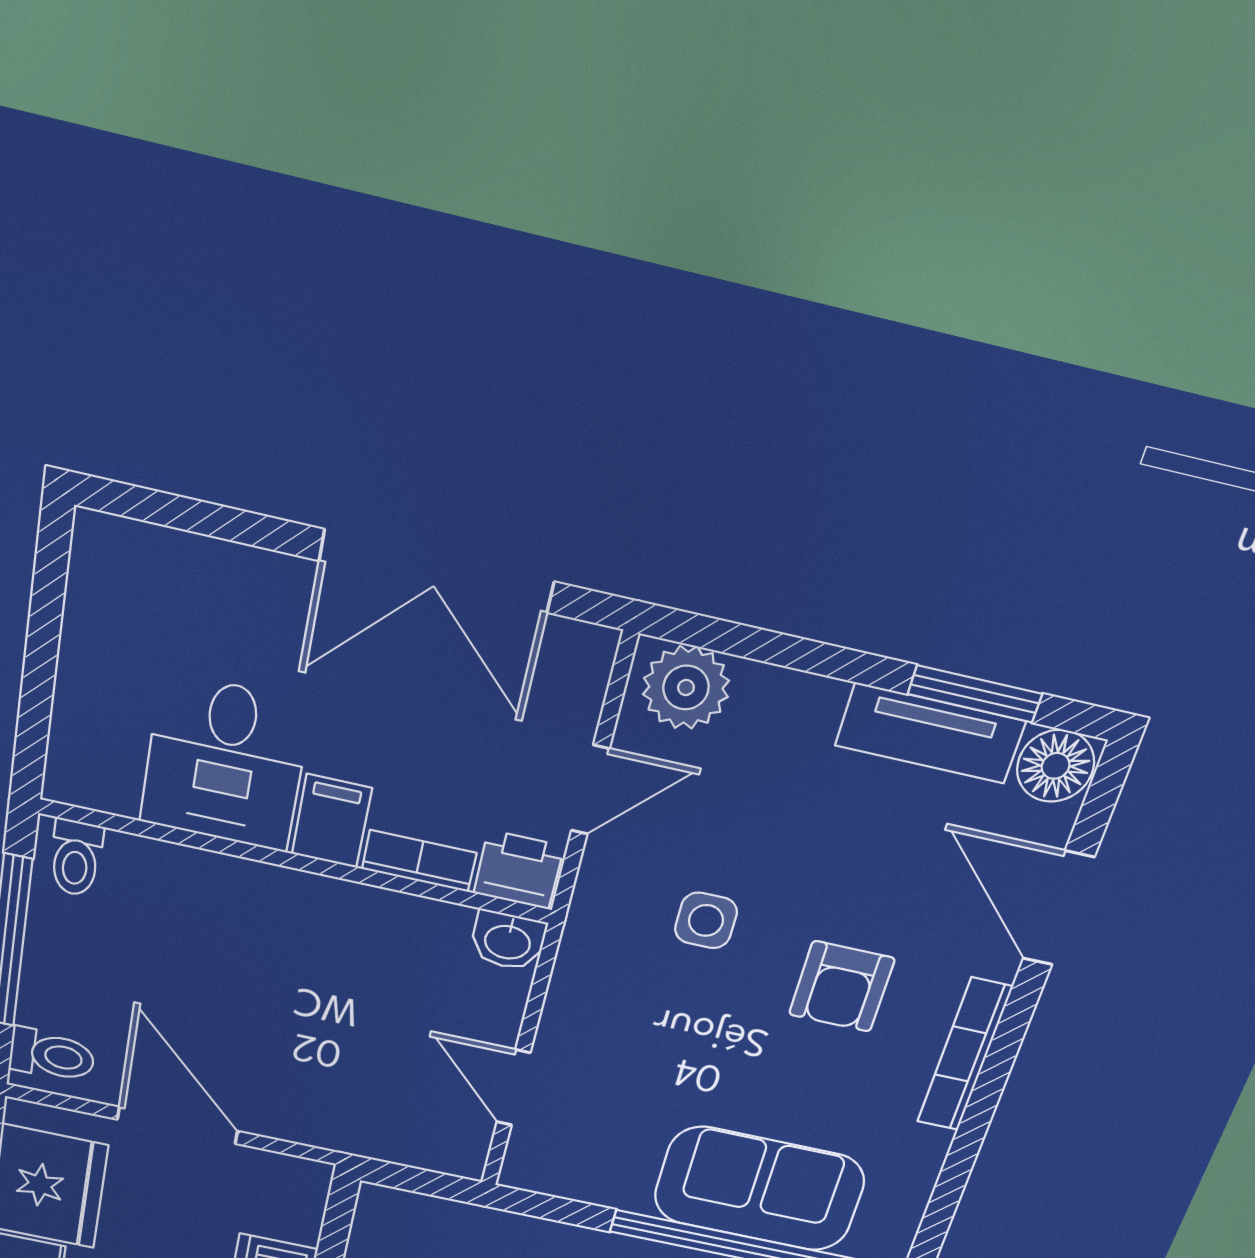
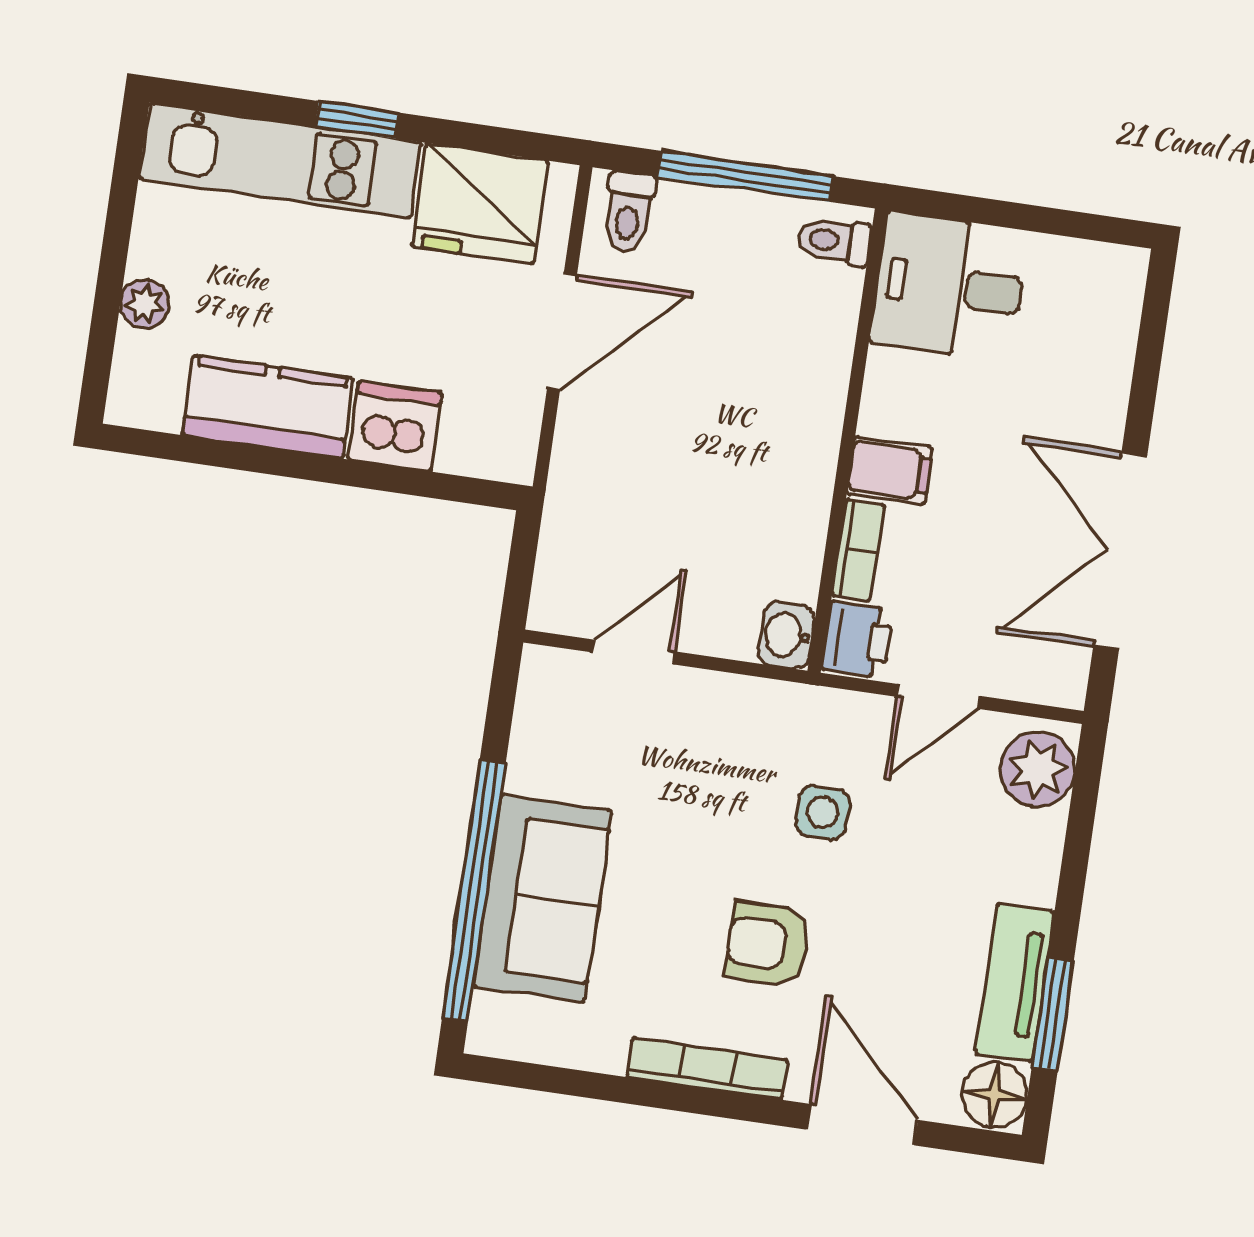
desk: (225, 763) -> (949, 287), moved
door: (590, 790) -> (939, 696), hinge flipped
door: (1058, 908) -> (862, 1125), hinge flipped

